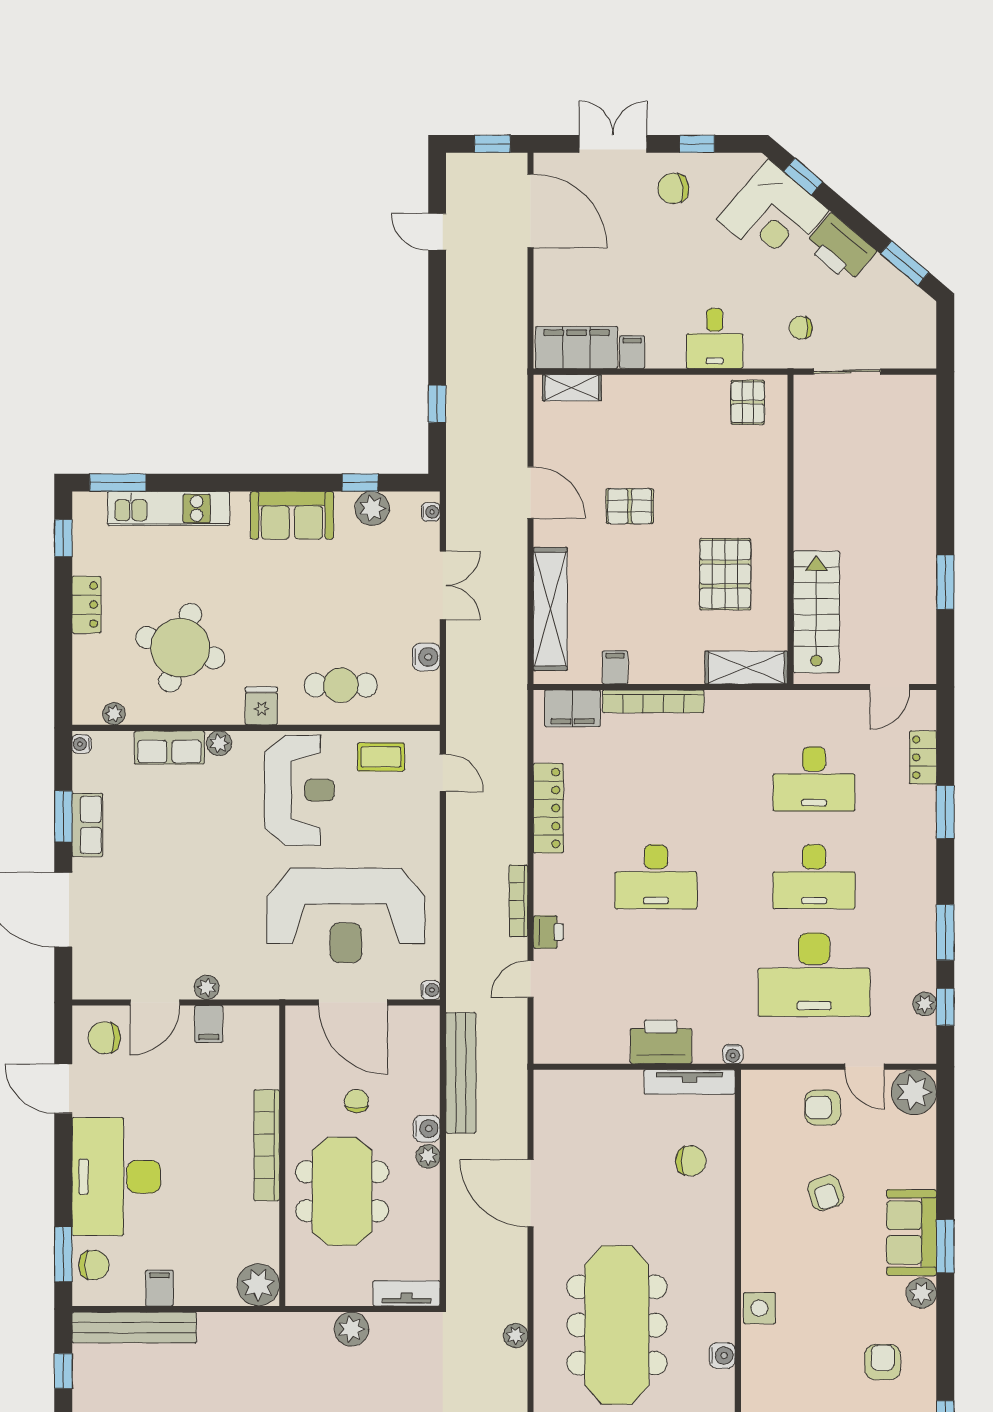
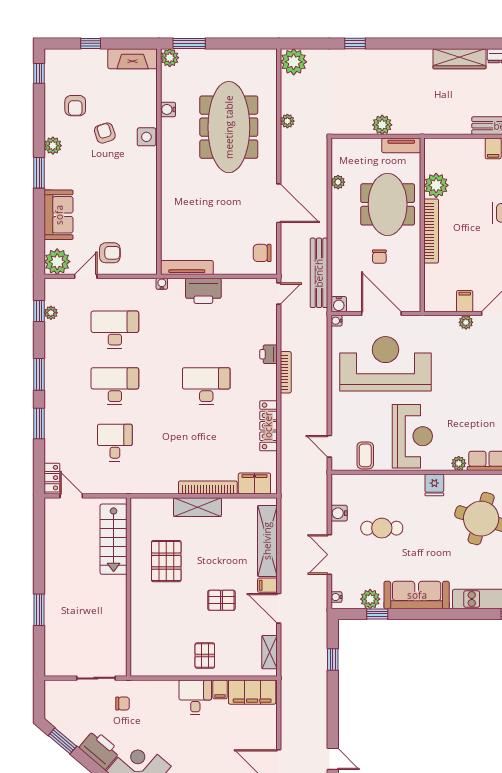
desk: (715, 338) -> (195, 697), moved
shelving: (572, 388) -> (269, 652), moved, turned 90
pallet: (748, 402) -> (205, 655), moved
sofa: (292, 515) -> (417, 595), width x1.36
window: (945, 582) -> (39, 610), moved
filing cabinet: (615, 667) -> (267, 585), moved, turned 90
shelving: (746, 668) -> (197, 507), moved
cafe table: (341, 685) -> (382, 528), moved
door: (890, 687) -> (71, 496), hinge flipped
coffee table: (381, 757) -> (365, 455), turned 90
locker: (923, 757) -> (52, 478), moved
desk: (814, 779) -> (115, 443), width x0.73
reception desk: (299, 790) -> (412, 436), turned 180
window: (945, 932) -> (39, 374), moved
desk: (814, 975) -> (115, 330), width x0.73, depth x0.77
door: (531, 979) -> (279, 294), moved
door: (864, 1067) -> (86, 276), hinge flipped
water cooler: (427, 1129) -> (339, 304), moved, turned -90
plant: (428, 1156) -> (338, 182), moved
chair: (691, 1161) -> (262, 253), moved
armchair: (826, 1193) -> (105, 133), moved
sofa: (912, 1233) -> (59, 215), moved
plant: (258, 1285) -> (436, 185), moved
tv unit: (407, 1293) -> (401, 145), moved

